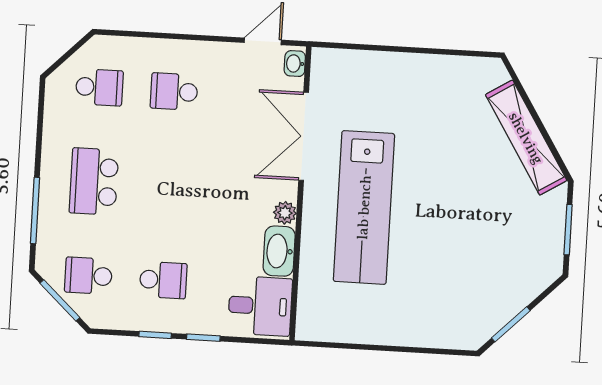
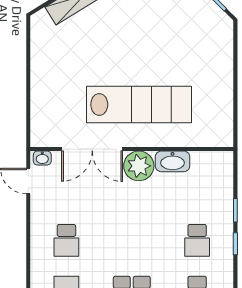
plant: (285, 213) -> (139, 166), width x1.88, depth x1.88
school desk: (163, 280) -> (197, 240), turned 180
desk: (260, 306) -> (211, 172), removed

